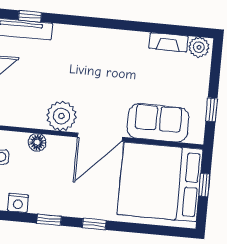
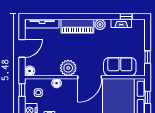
window: (30, 16) -> (126, 16), moved
piano: (86, 40) -> (77, 26), added
plant: (199, 47) -> (100, 25), moved

